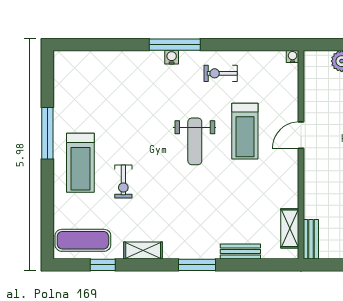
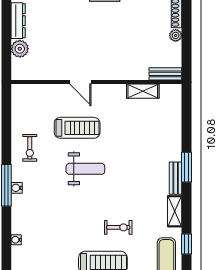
water cooler: (293, 57) -> (16, 240), moved
shelving: (290, 228) -> (143, 91), moved
bench: (240, 252) -> (176, 178), moved

